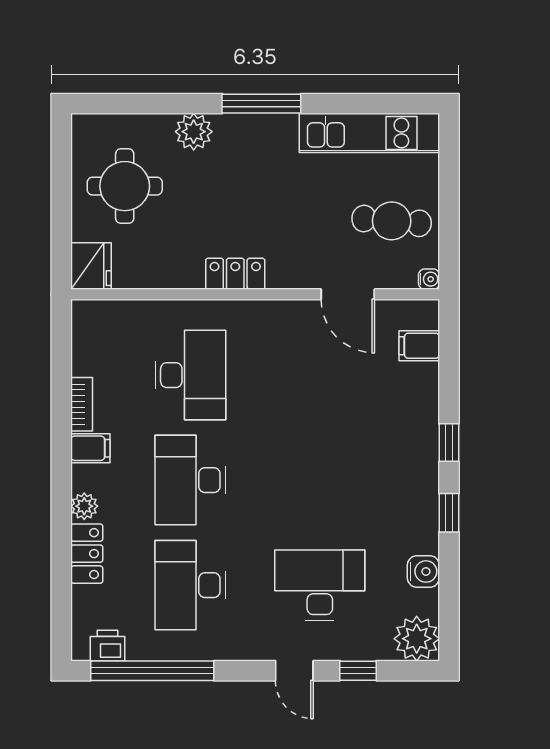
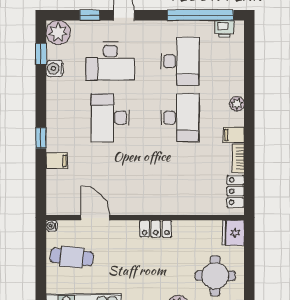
filing cabinet: (419, 346) -> (57, 161), moved
desk: (190, 375) -> (110, 118), moved
window: (449, 513) -> (41, 54), moved
locker: (87, 554) -> (236, 191), moved

